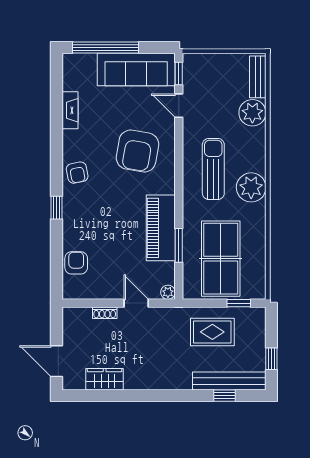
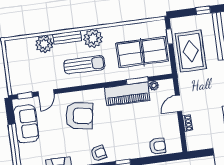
sofa: (136, 69) -> (26, 124), width x0.73
bench: (258, 77) -> (67, 37), moved
sun lounger: (213, 169) -> (84, 65), turned 180
armchair: (76, 263) -> (157, 146), turned 180
plant: (168, 292) -> (154, 86), moved
rug: (212, 332) -> (191, 51), width x1.36, depth x1.43

